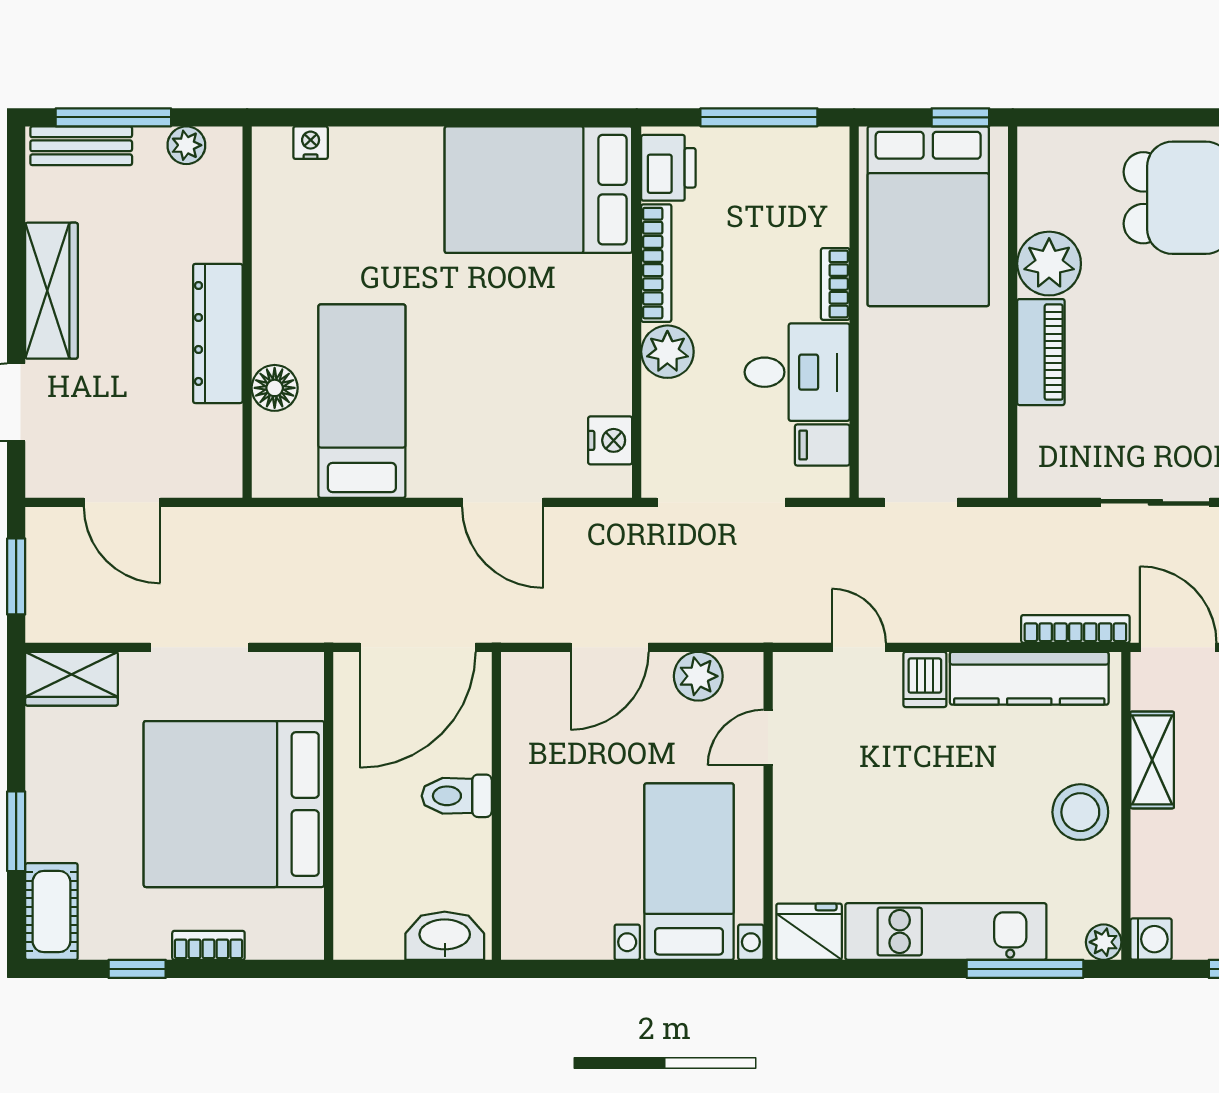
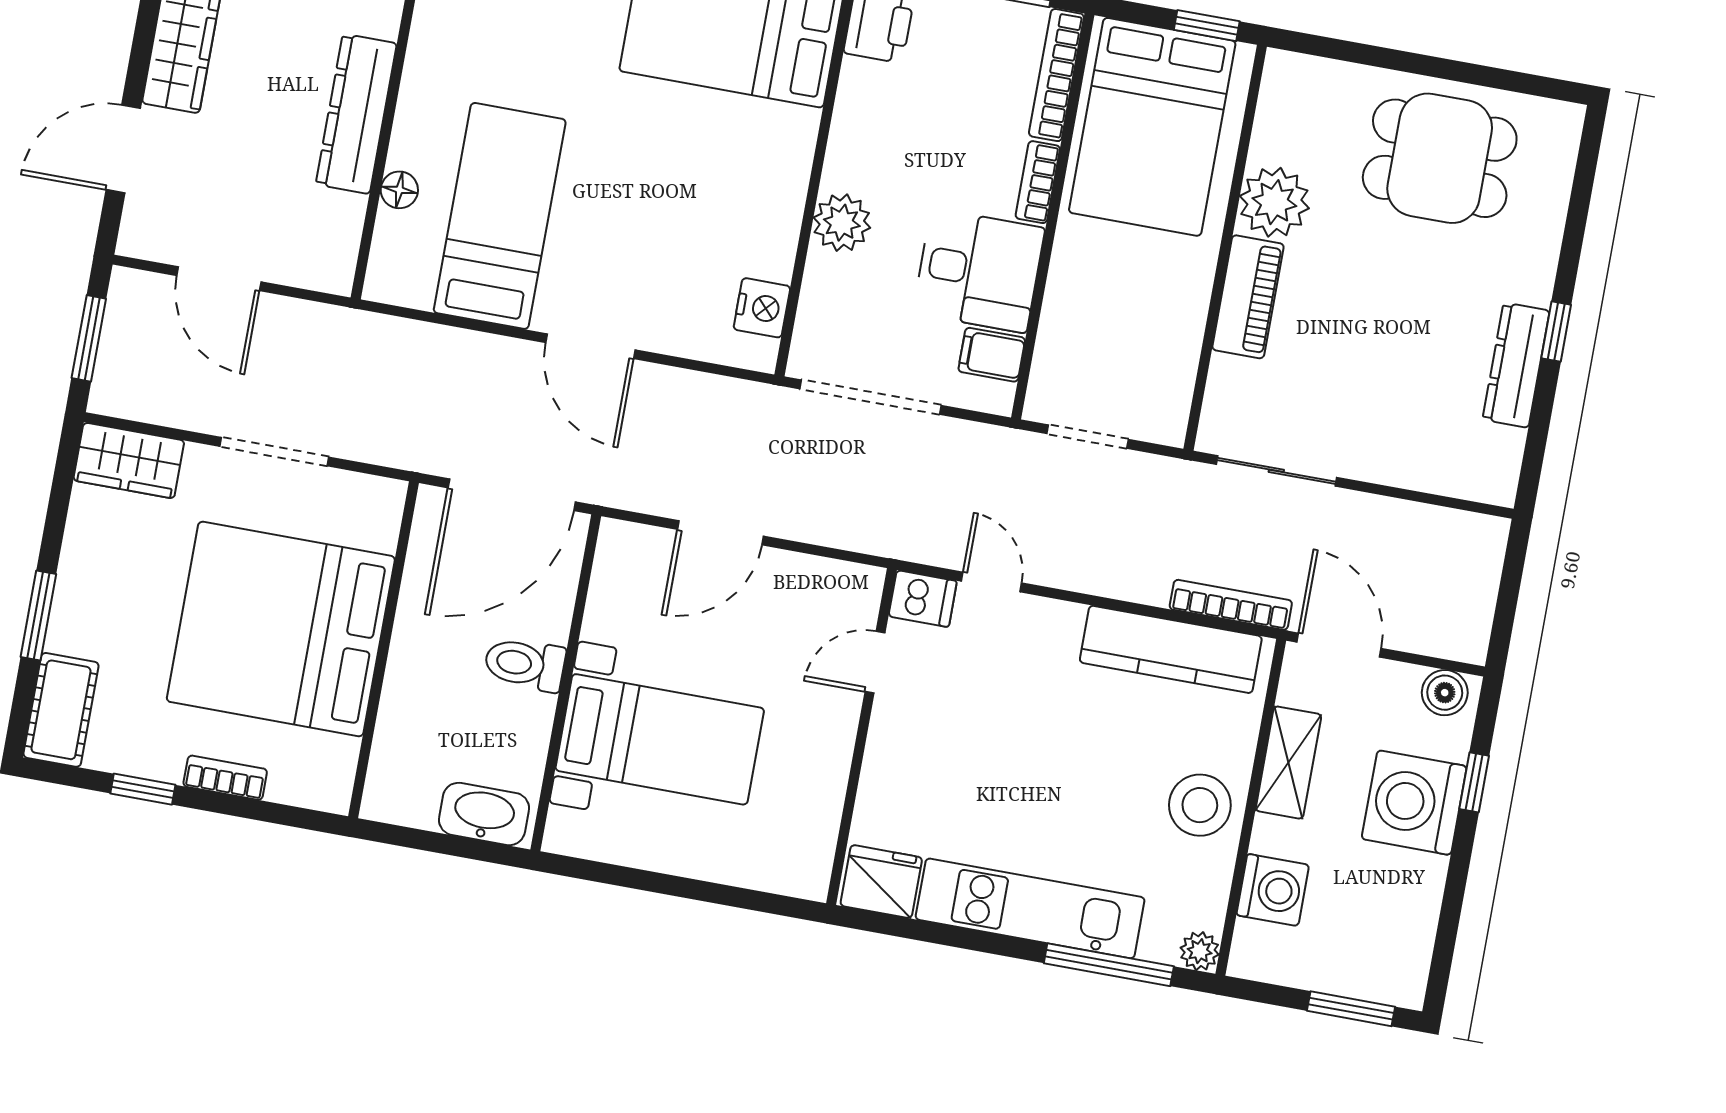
bookcase: (656, 263) -> (1056, 75), moved, turned 180
floor lamp: (275, 388) -> (399, 190), width x0.73, depth x0.73
door: (503, 502) -> (590, 346), moved
sliding door: (1155, 502) -> (1276, 471), moved
plant: (698, 676) -> (811, 582), removed
dishwasher: (925, 679) -> (923, 599), moved, turned -90
bed with nightstands: (689, 872) -> (660, 739), moved, turned 90
washing machine: (1151, 939) -> (1273, 890), moved, width x1.38, depth x1.38

